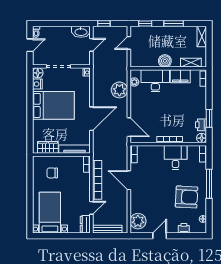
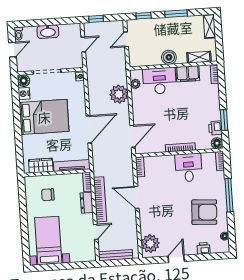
washbasin: (81, 32) -> (48, 32), moved
door: (129, 127) -> (133, 136), hinge flipped
dresser: (85, 224) -> (87, 203), moved

